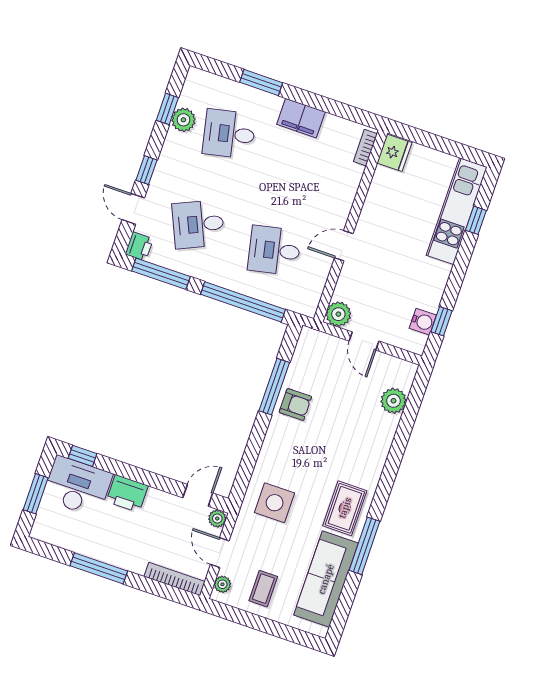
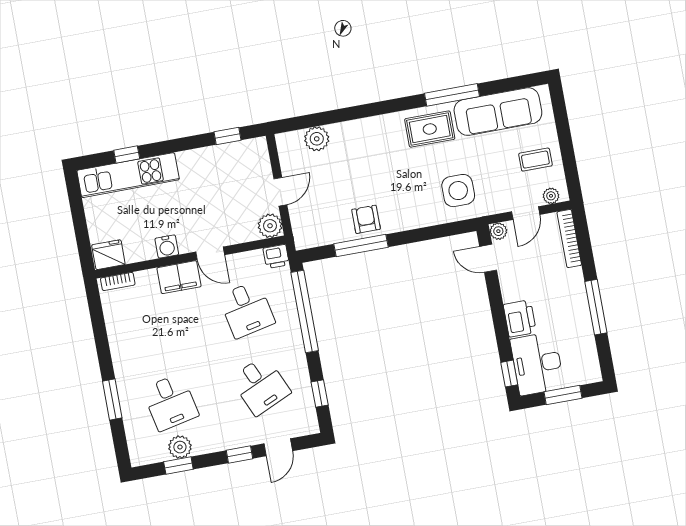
filing cabinet: (301, 118) -> (179, 277), moved, turned 90
printer: (139, 246) -> (276, 256), moved, turned 180
window: (161, 274) -> (320, 394), width x0.46
water cooler: (423, 322) -> (167, 247), moved, turned 180

